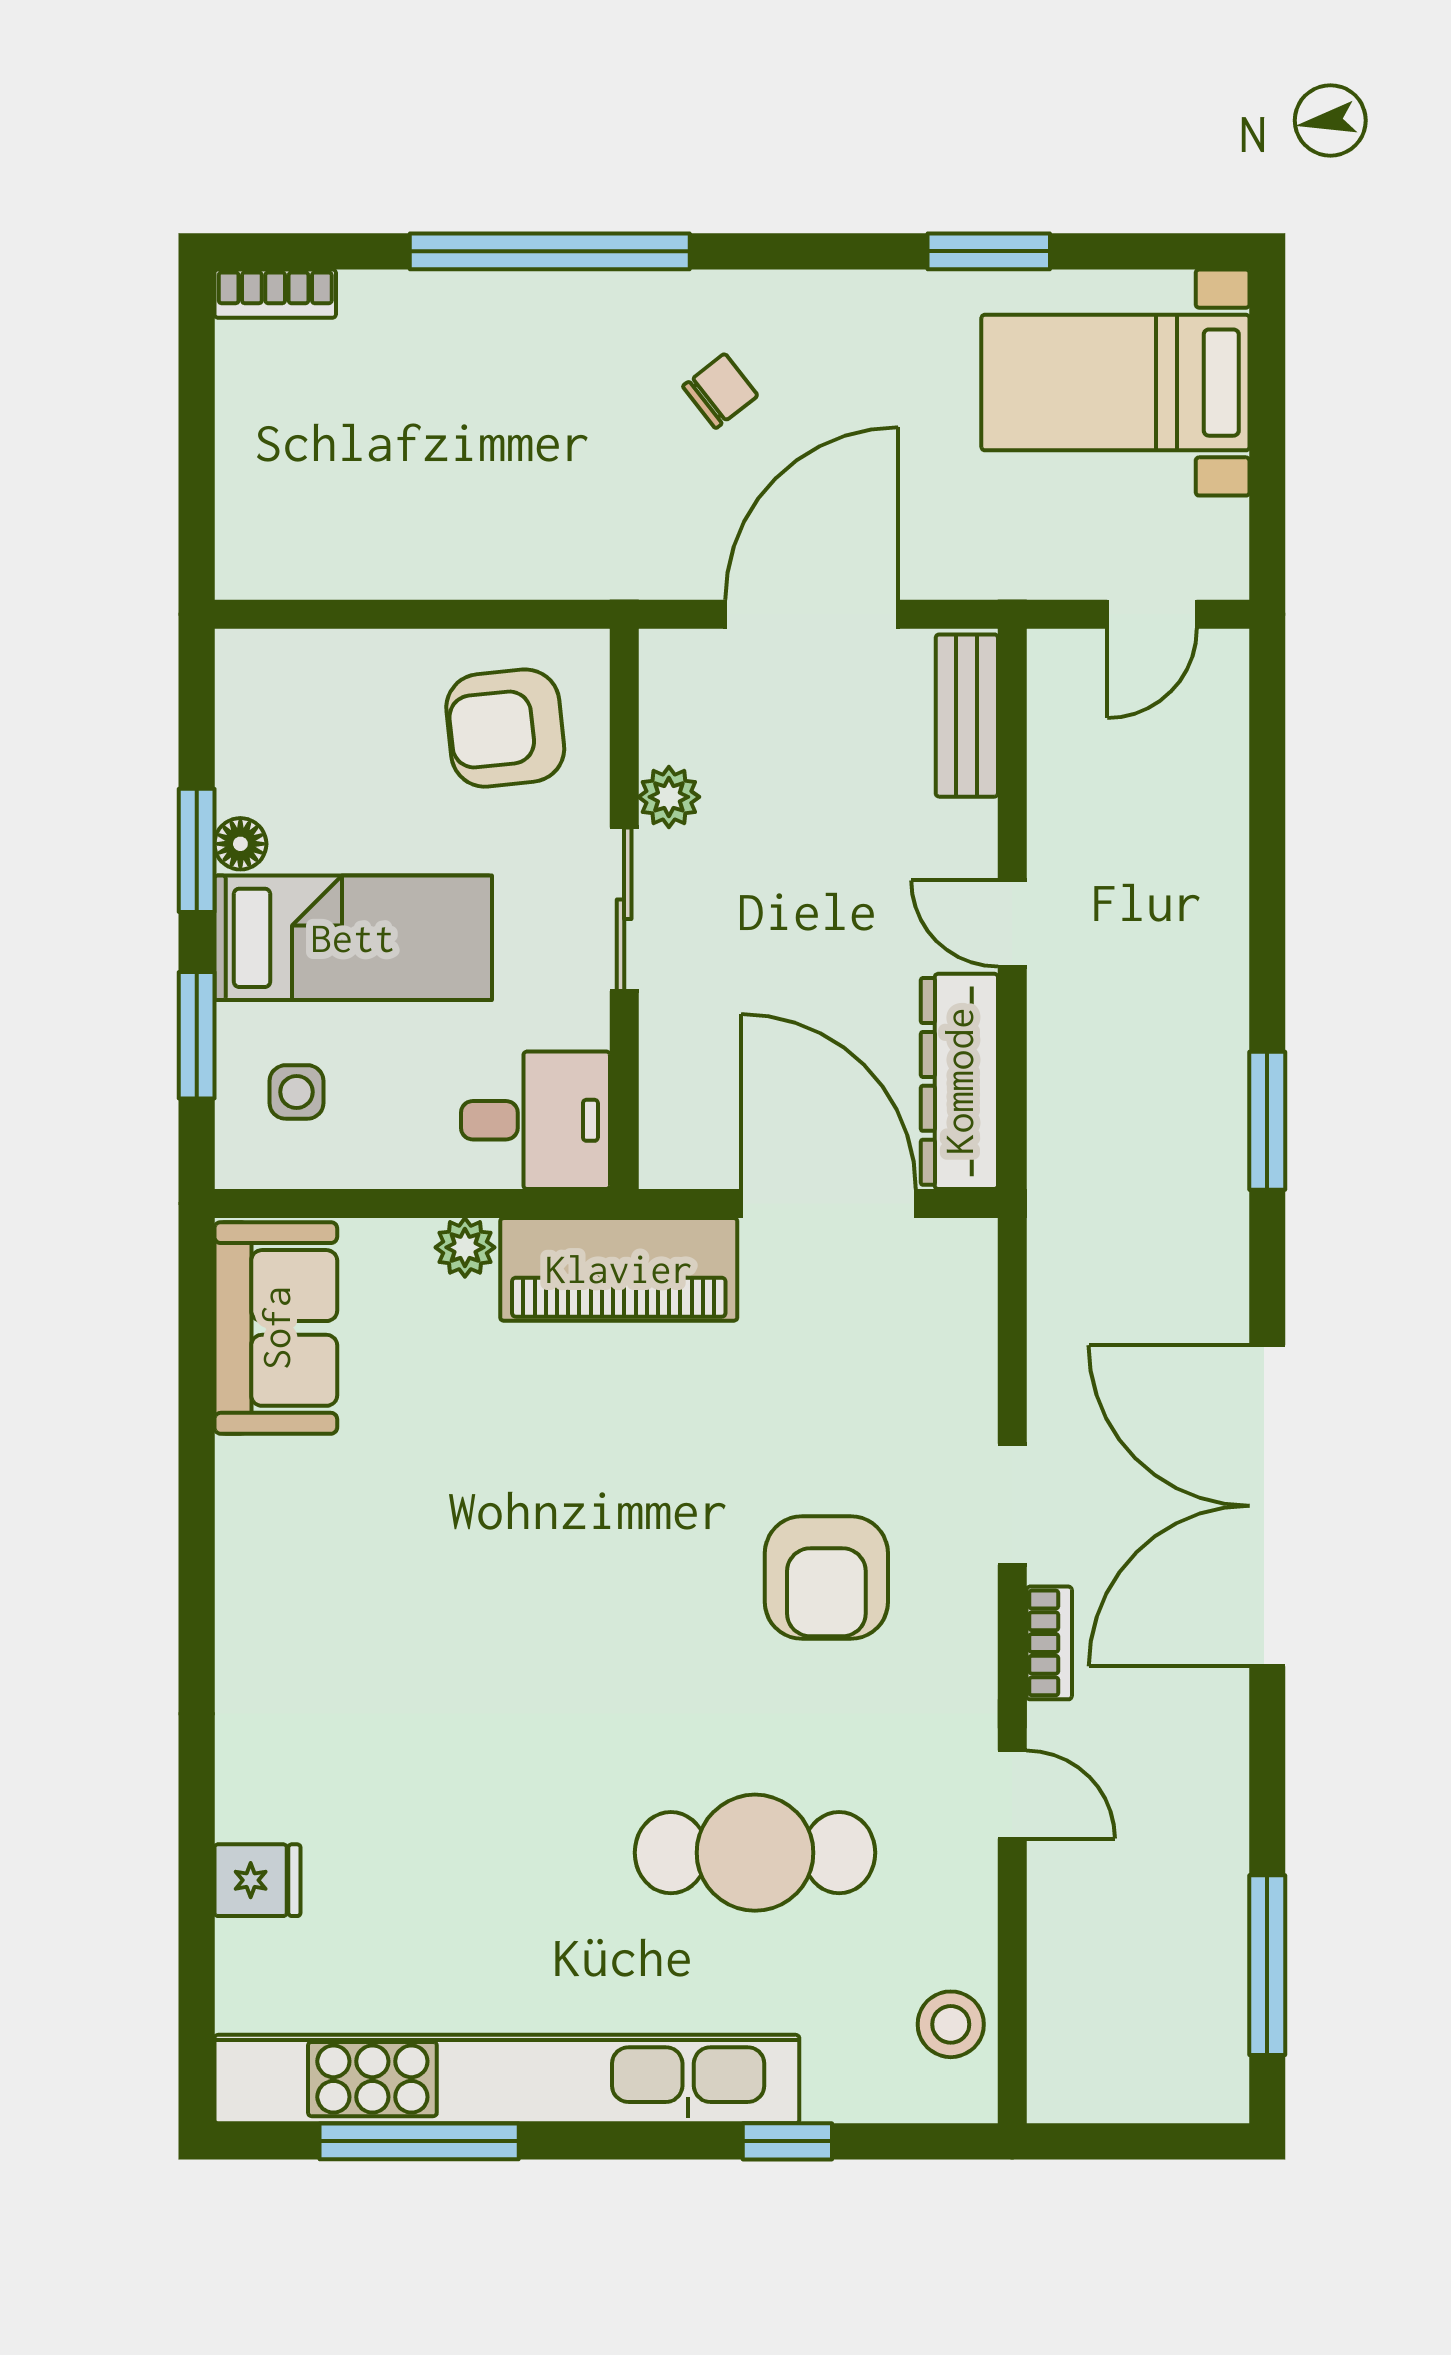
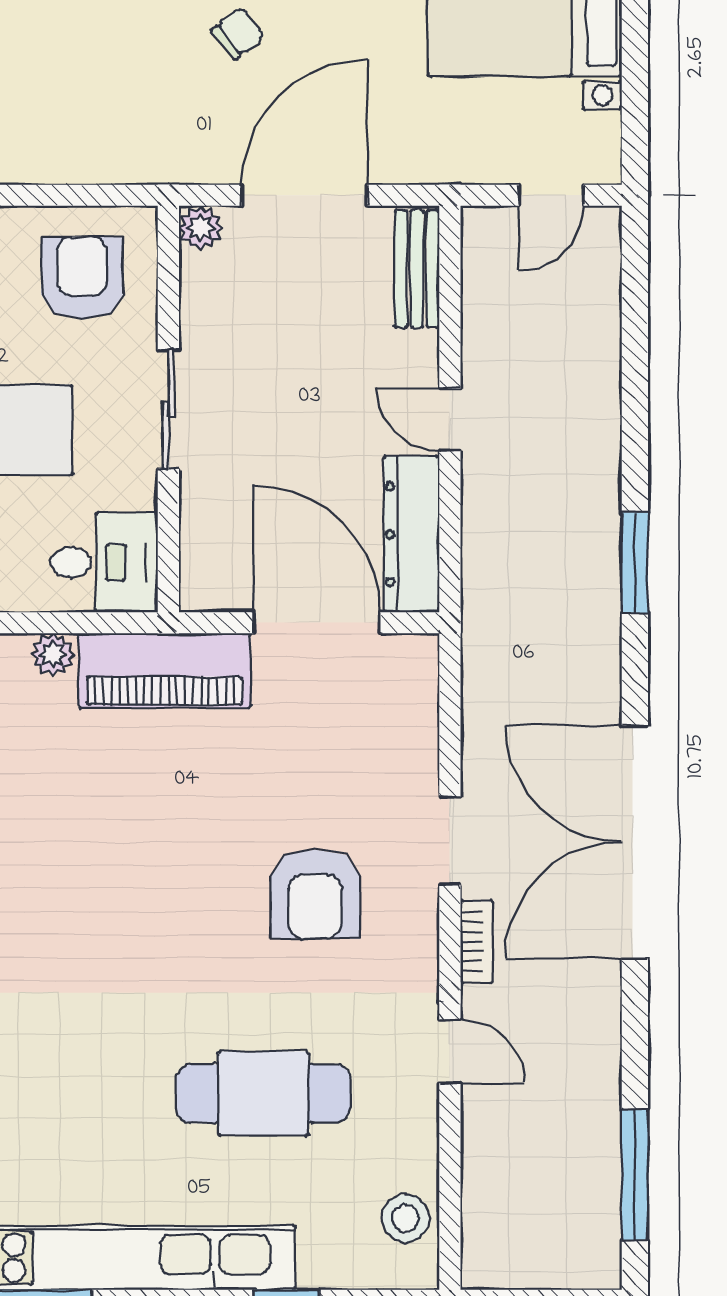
armchair: (505, 728) -> (82, 278), turned 96
plant: (669, 797) -> (201, 228), moved

